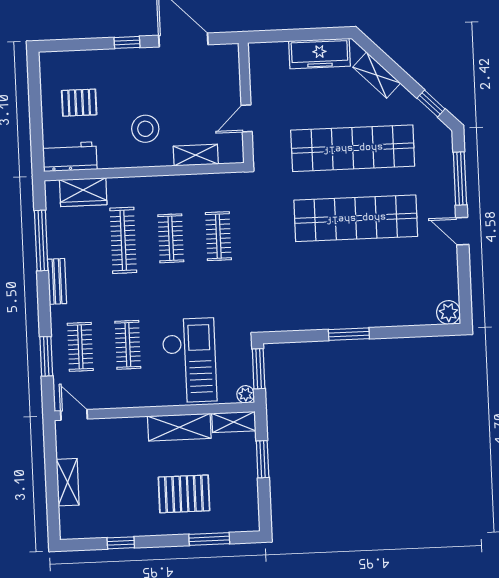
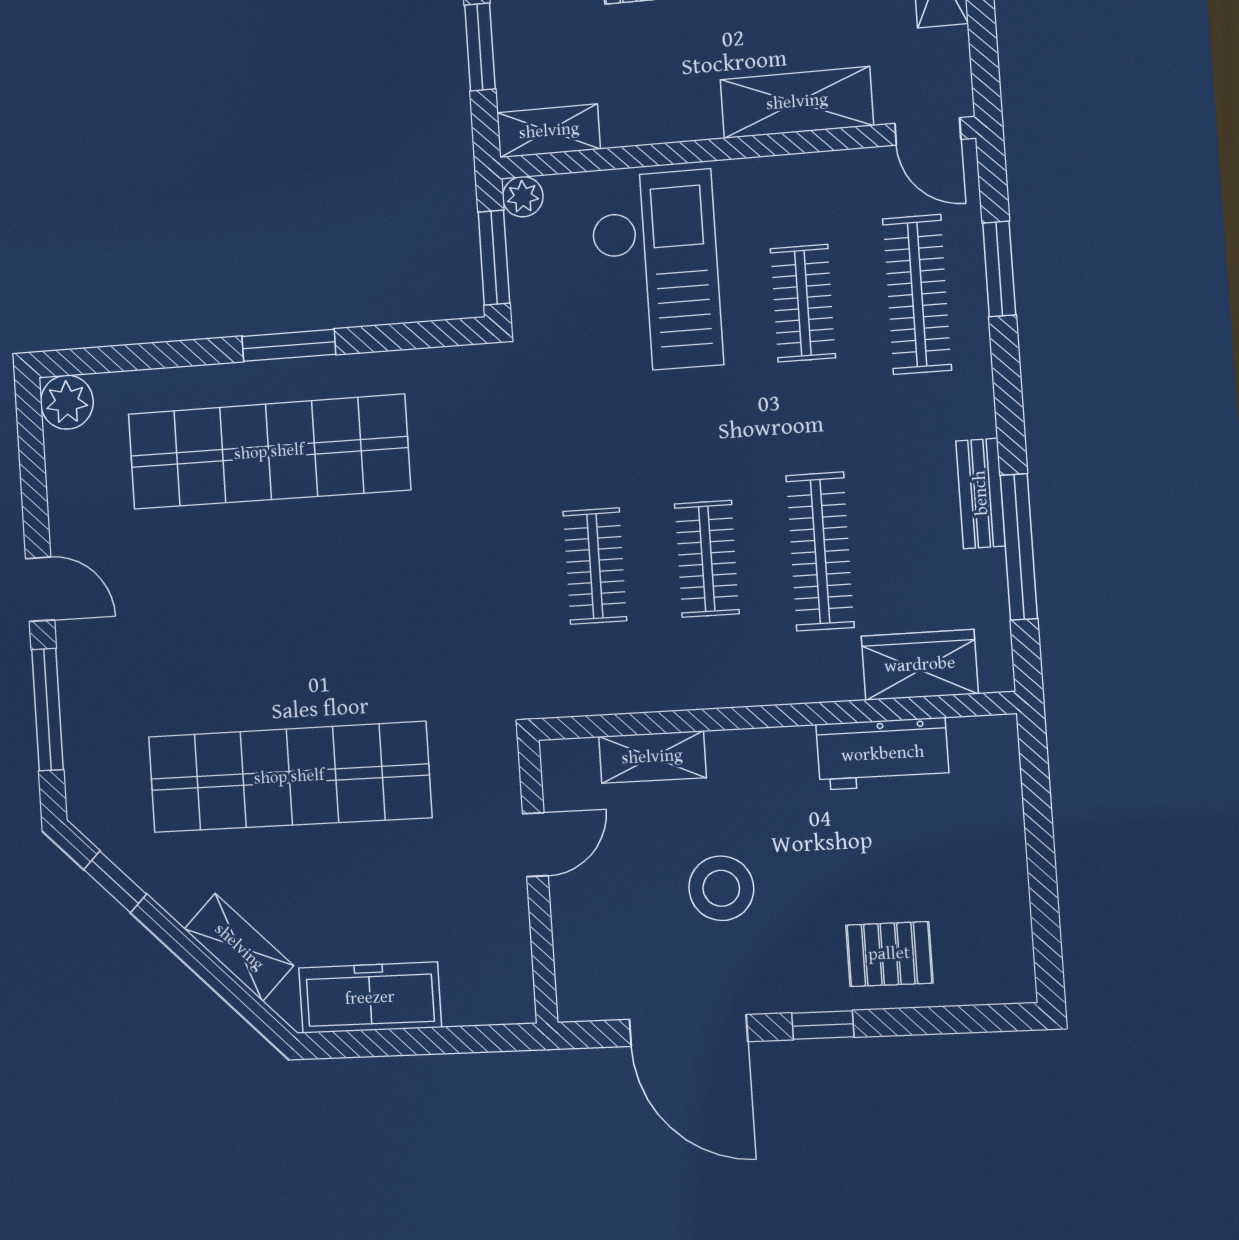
pallet: (79, 103) -> (889, 954), moved
stool: (145, 129) -> (721, 888), moved
workbench: (70, 157) -> (883, 754), moved
shop shelf: (356, 218) -> (269, 452), moved
bench: (57, 281) -> (981, 493), moved
clothes rail: (80, 347) -> (917, 294), width x1.36
checkout: (189, 360) -> (656, 271), turned 180
shelving: (179, 427) -> (797, 102), moved

